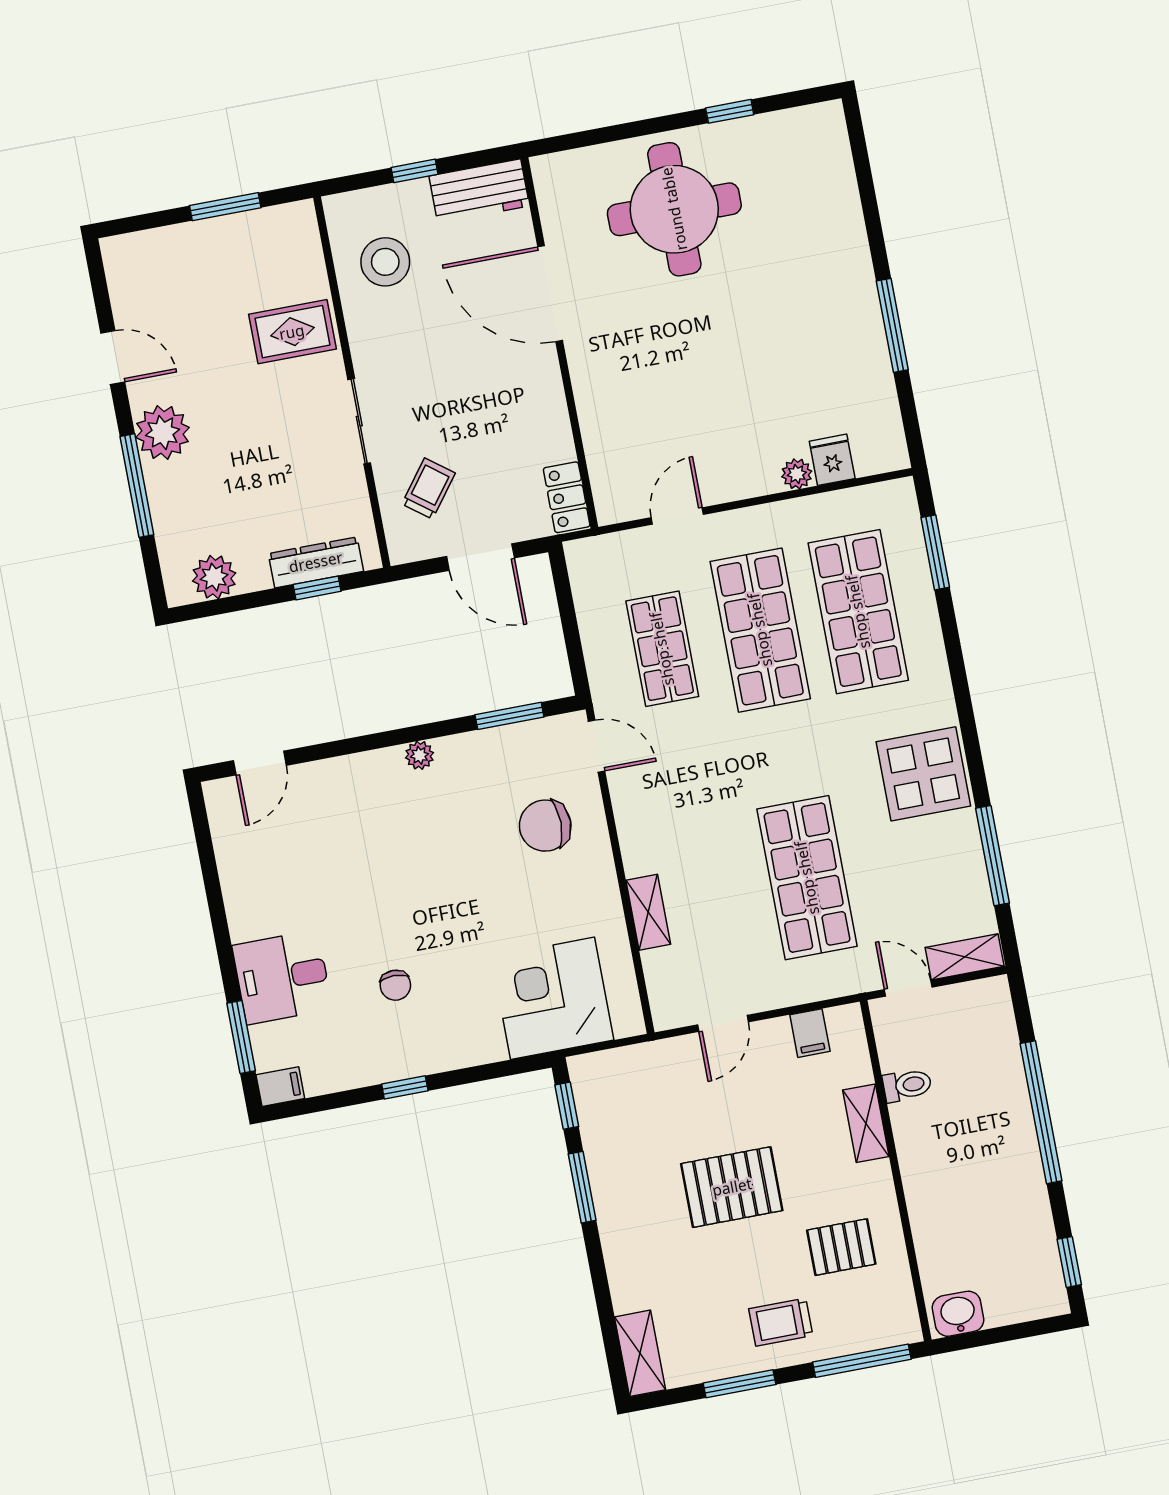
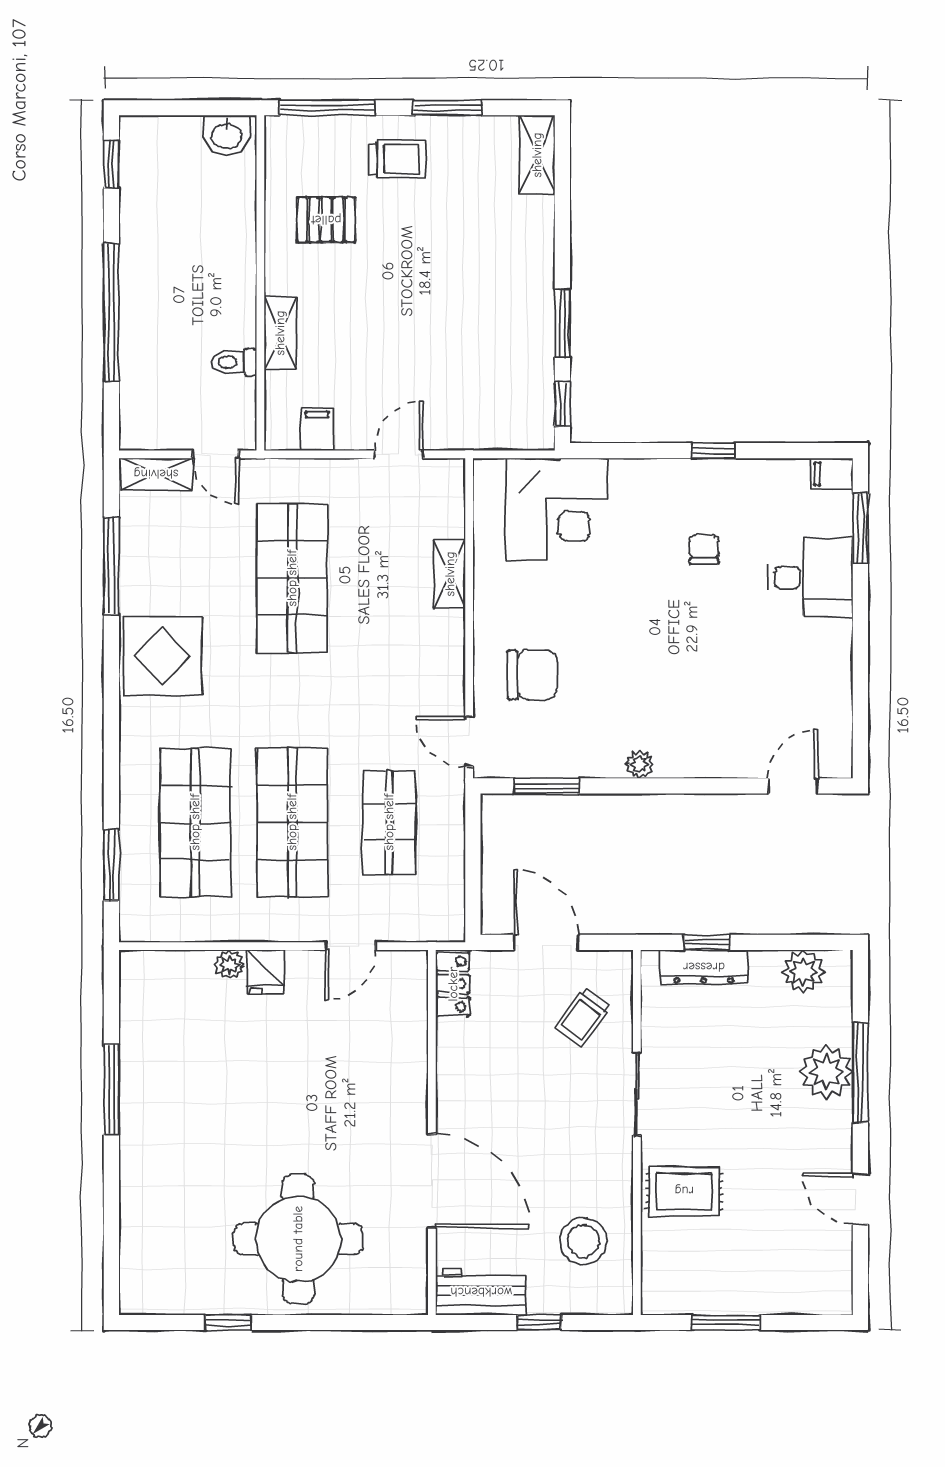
plant: (163, 432) -> (826, 1072), moved
fridge: (832, 460) -> (266, 972), moved
pallet: (732, 1187) -> (420, 297), removed

